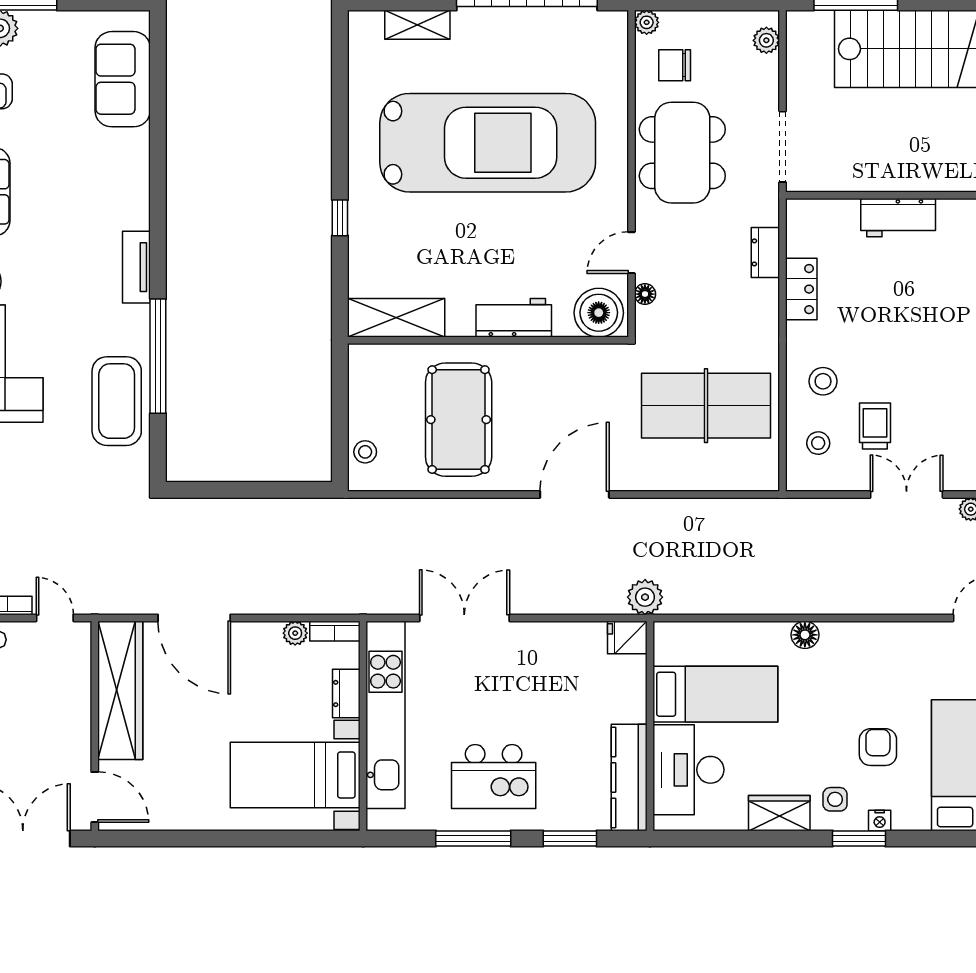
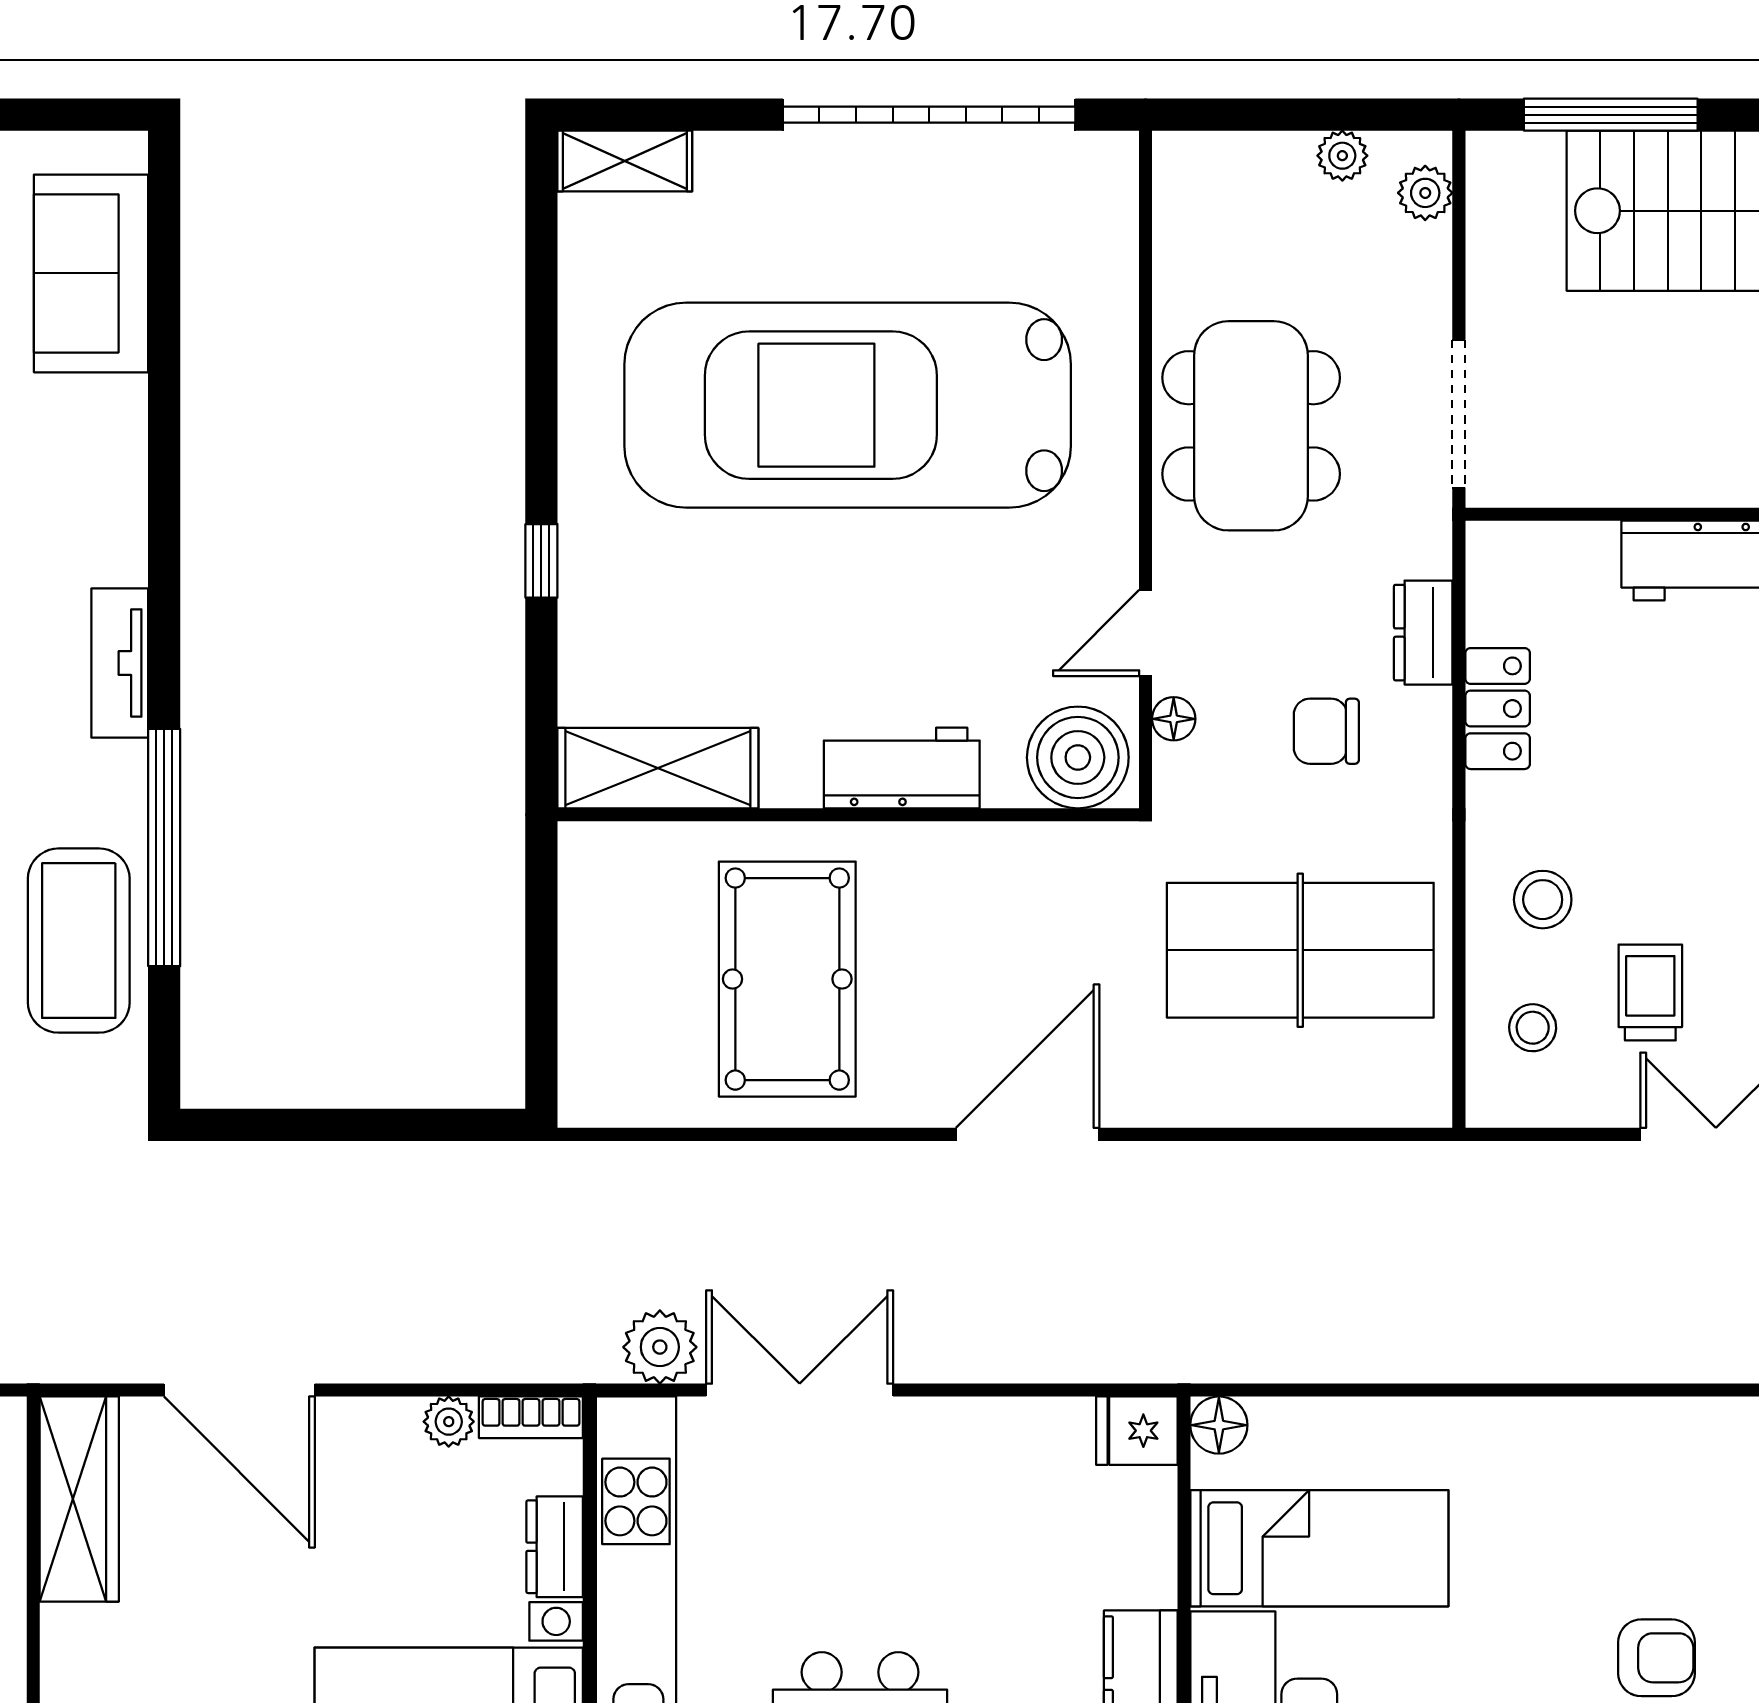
plant: (647, 22) -> (1342, 156), moved
shelving: (417, 25) -> (625, 161), moved
chair: (675, 65) -> (1326, 731), moved
car: (488, 143) -> (848, 405), turned 180
stool: (365, 452) -> (594, 1046), removed
plant: (645, 597) -> (660, 1347), moved
floor lamp: (805, 635) -> (1219, 1425), moved
wardrobe: (120, 690) -> (79, 1499), width x0.71, depth x0.85
armchair: (878, 747) -> (1656, 1658), turned 90

